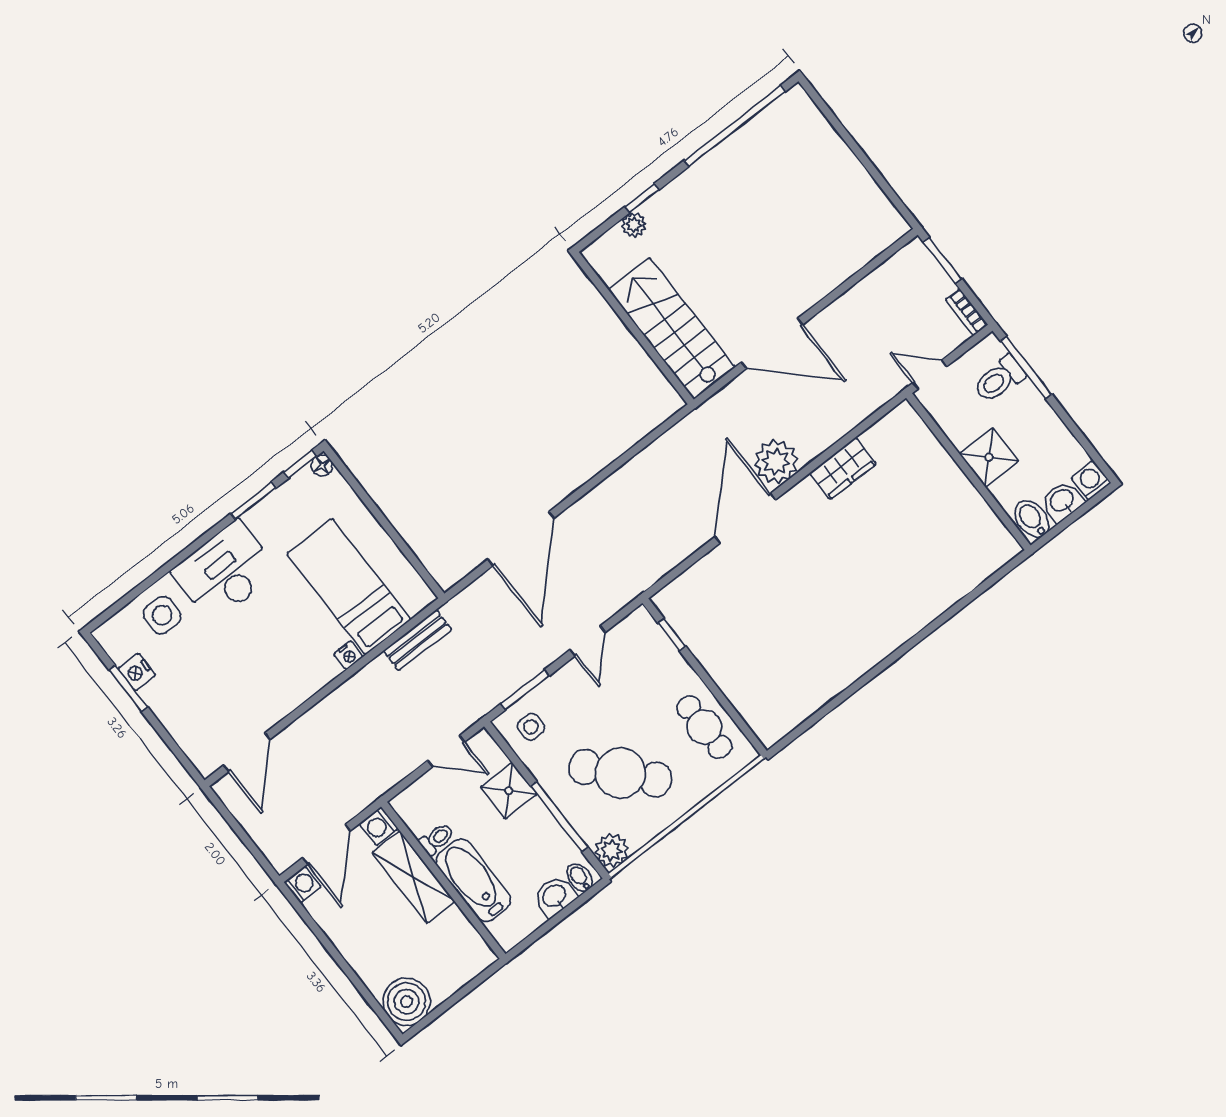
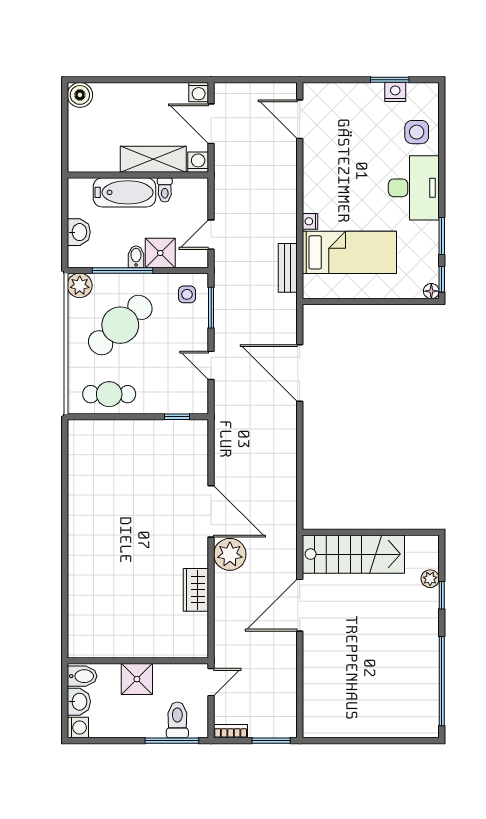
bidet: (580, 877) -> (136, 257), moved, turned -90
boiler: (407, 1002) -> (80, 95), width x0.73, depth x0.73

